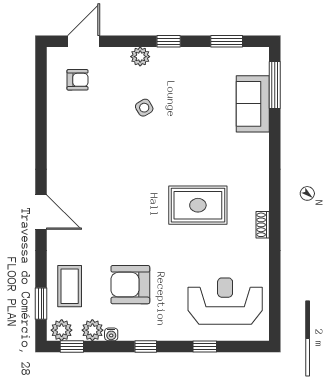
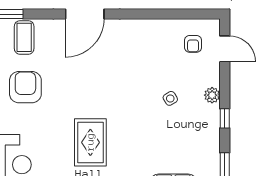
door: (41, 212) -> (85, 14), width x1.36
coffee table: (70, 286) -> (24, 37), turned 90

